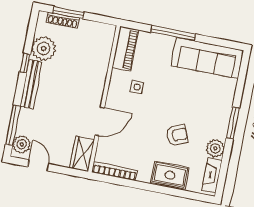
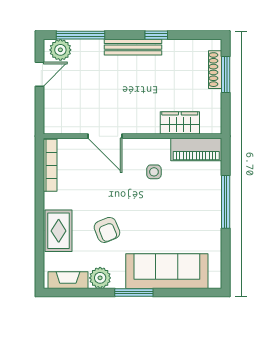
plant: (44, 49) -> (178, 54), removed
sofa: (207, 58) -> (167, 271), moved, turned 90
wardrobe: (82, 154) -> (180, 123), moved

